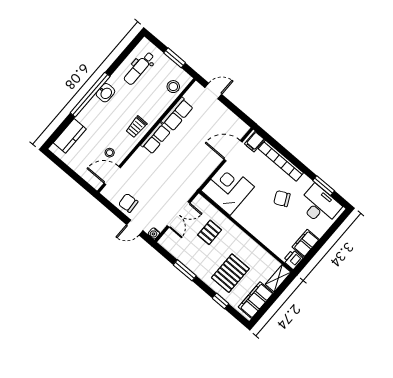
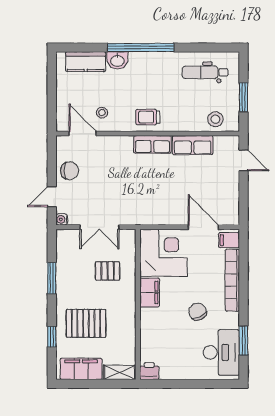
washbasin: (105, 93) -> (117, 60), moved
chair: (128, 203) -> (70, 171), turned 94
door: (135, 228) -> (52, 197), hinge flipped
filing cabinet: (306, 243) -> (150, 292), moved, turned 90

